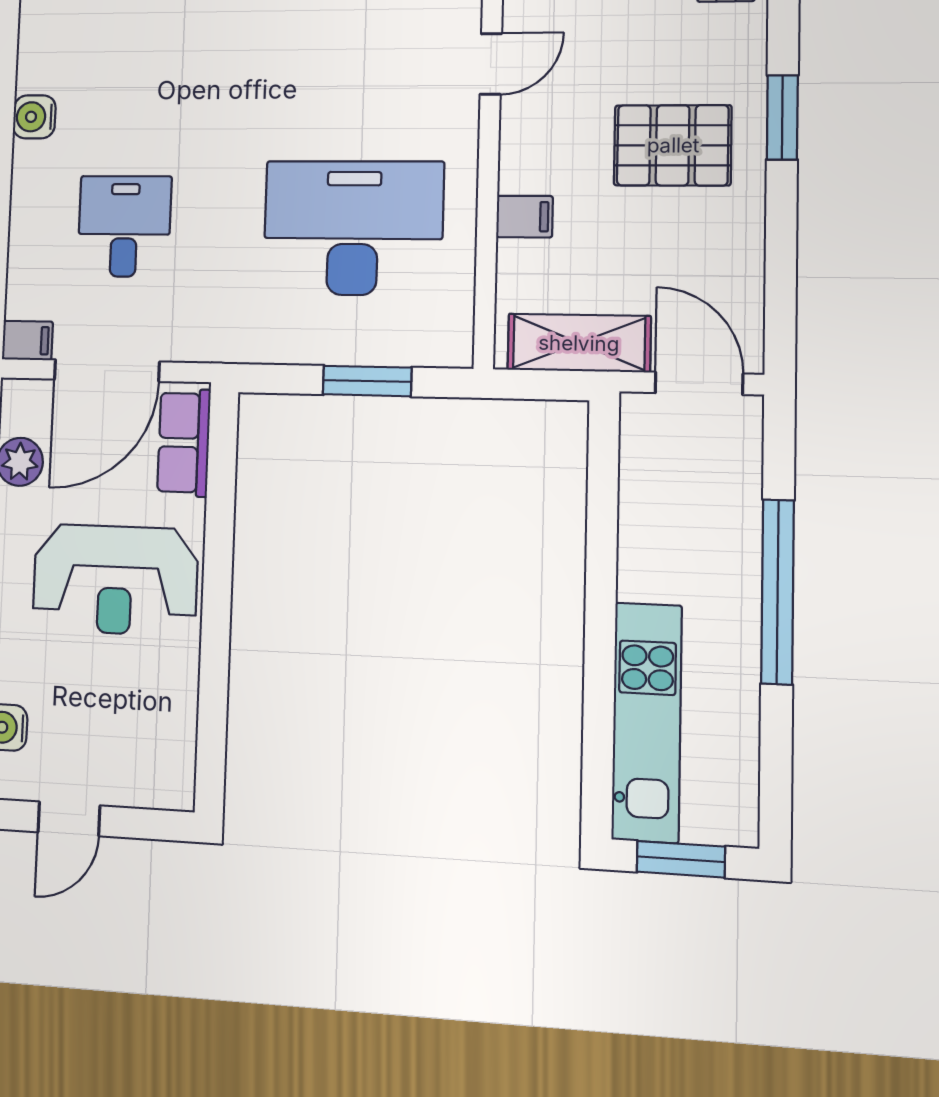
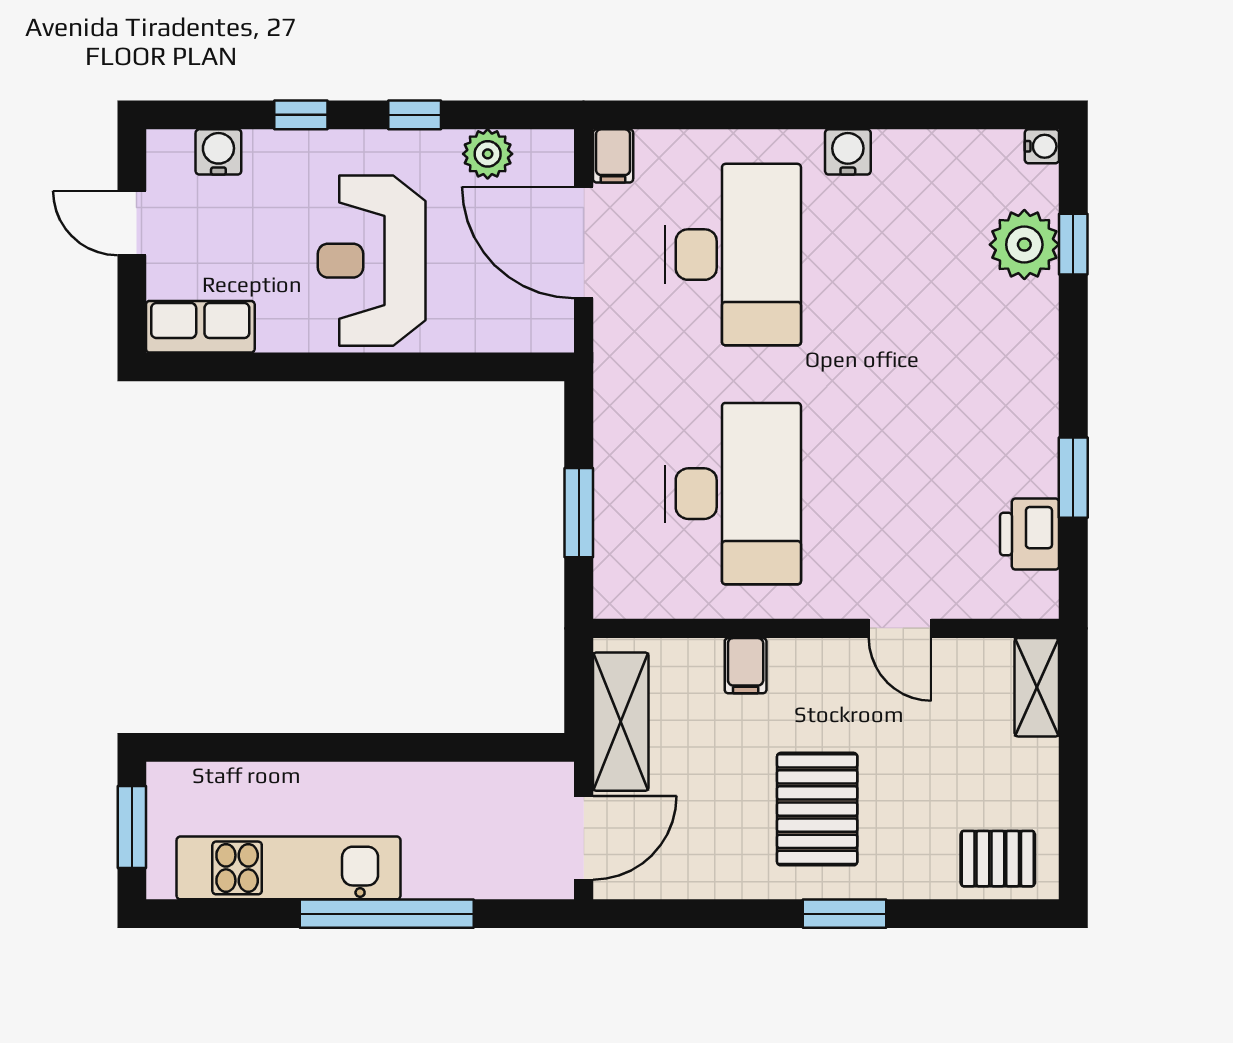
desk: (124, 226) -> (733, 255), width x1.87, depth x1.30
row of seats: (184, 443) -> (200, 327), moved
kitchen unit: (647, 722) -> (289, 868), moved, turned 180

